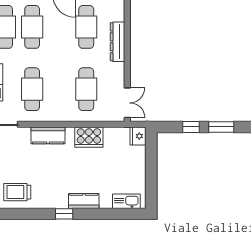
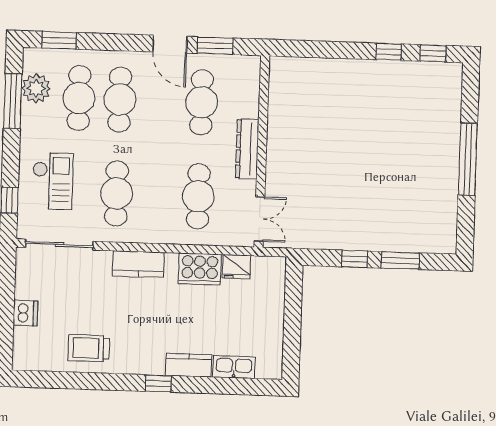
dresser: (117, 42) -> (247, 149), moved
fridge: (138, 136) -> (236, 267), moved, turned -90
kitchen sink: (126, 201) -> (234, 367), moved

